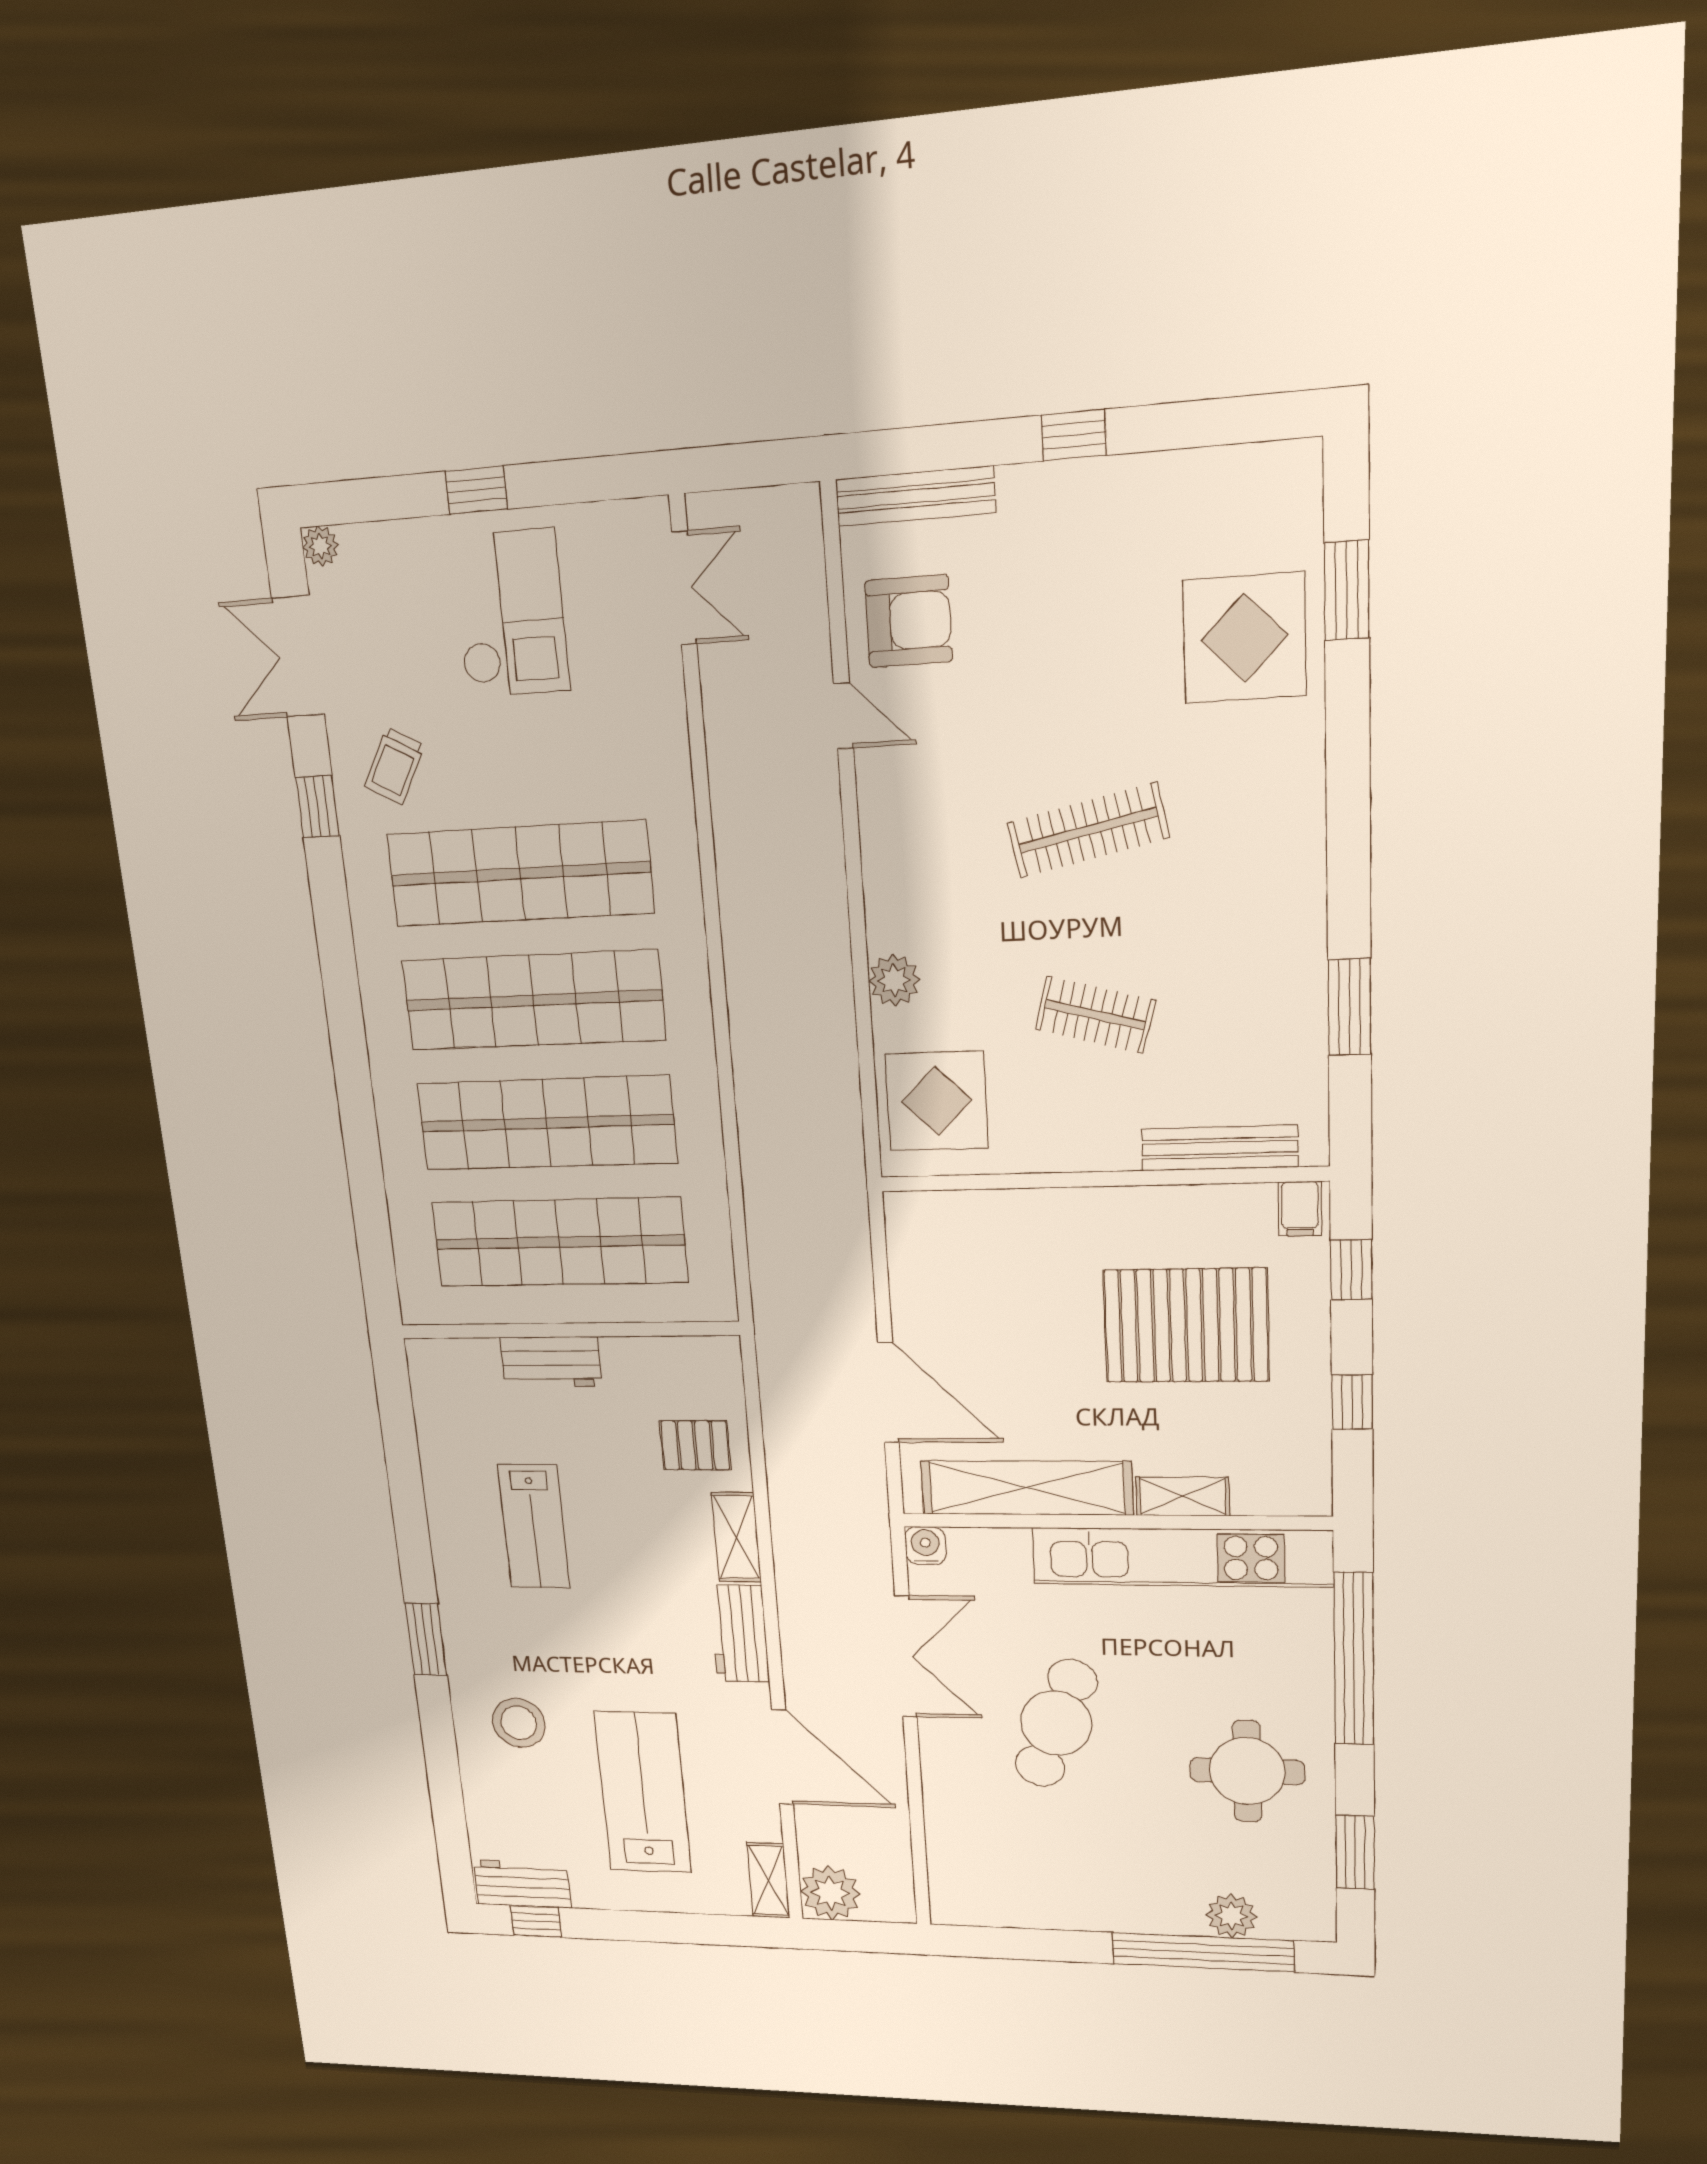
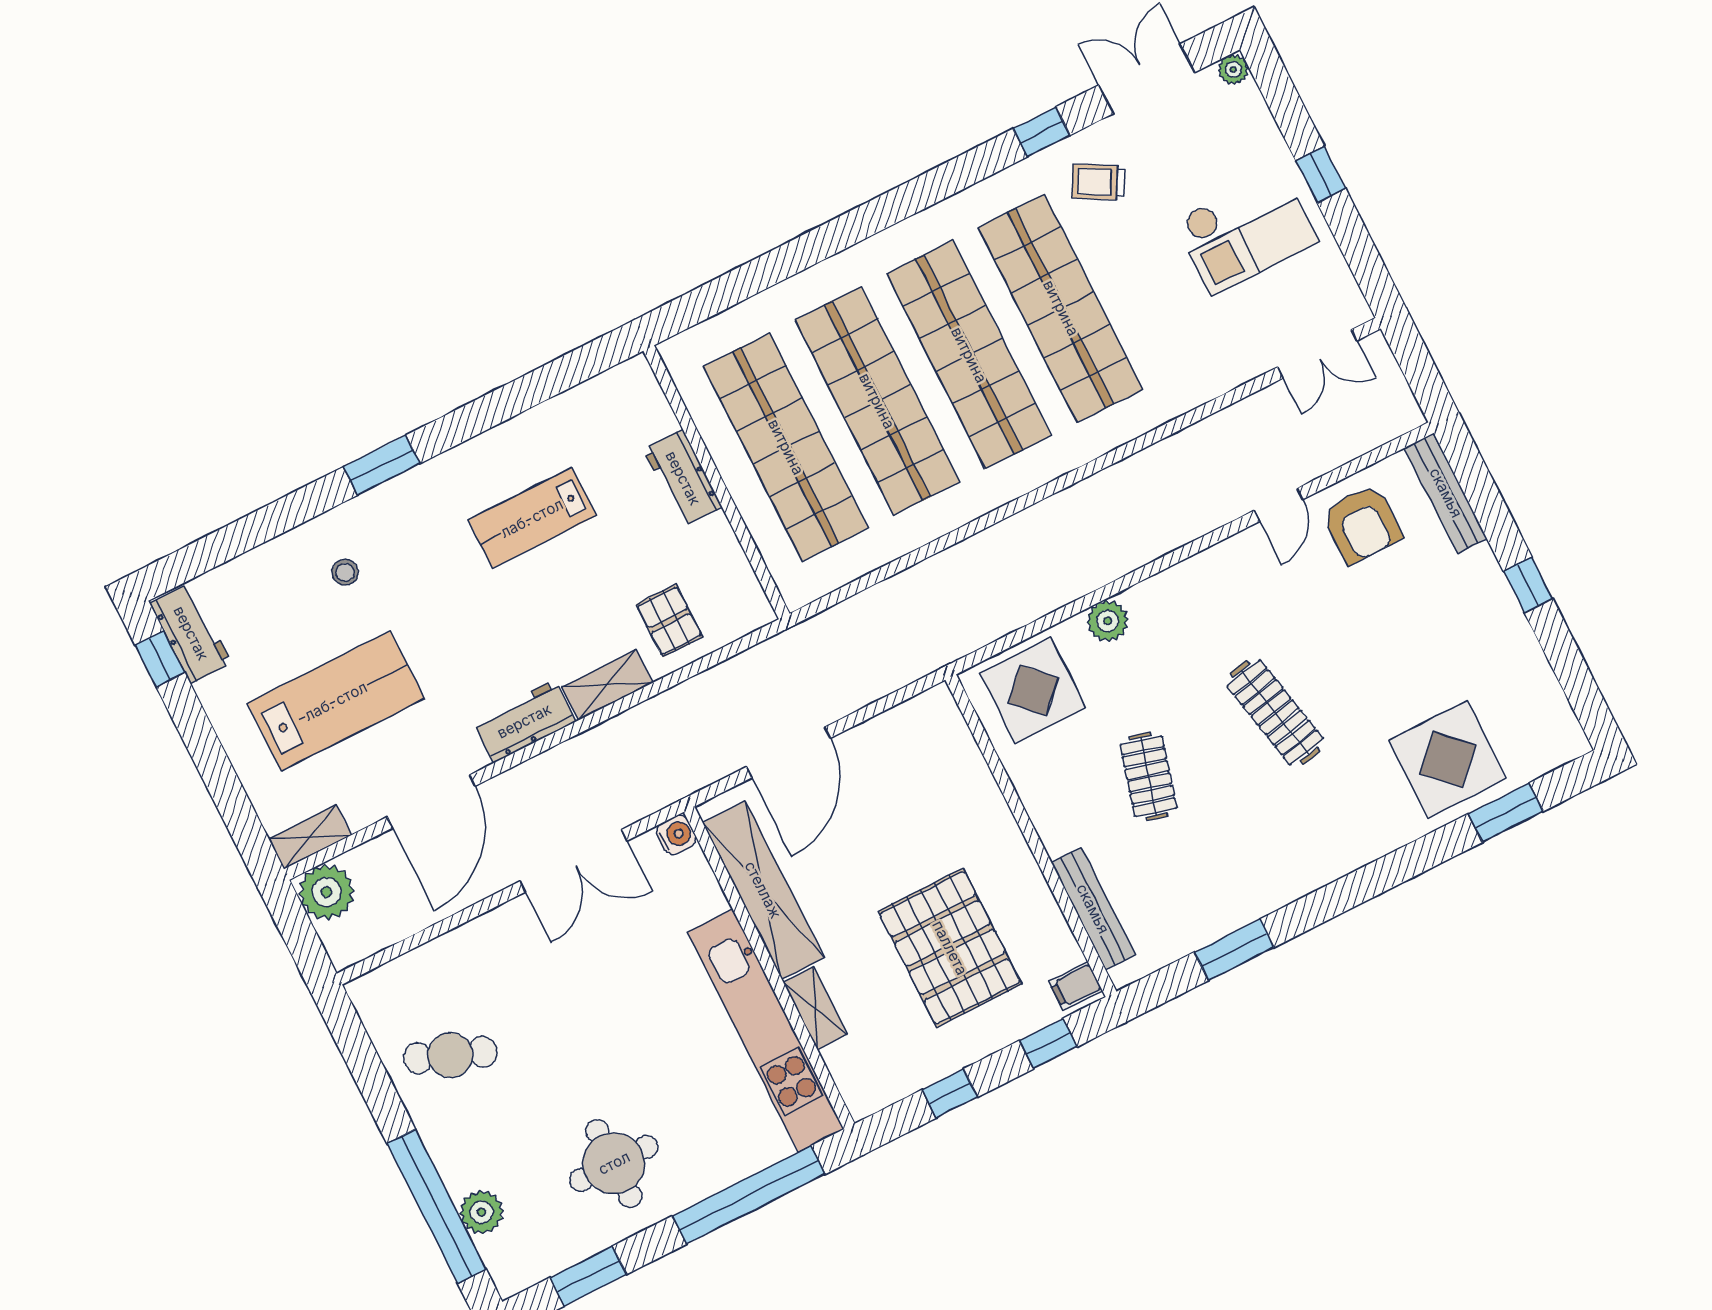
stool: (519, 1723) -> (345, 572), width x0.53, depth x0.53
cafe table: (1056, 1723) -> (450, 1055), moved, width x0.73, depth x0.74

